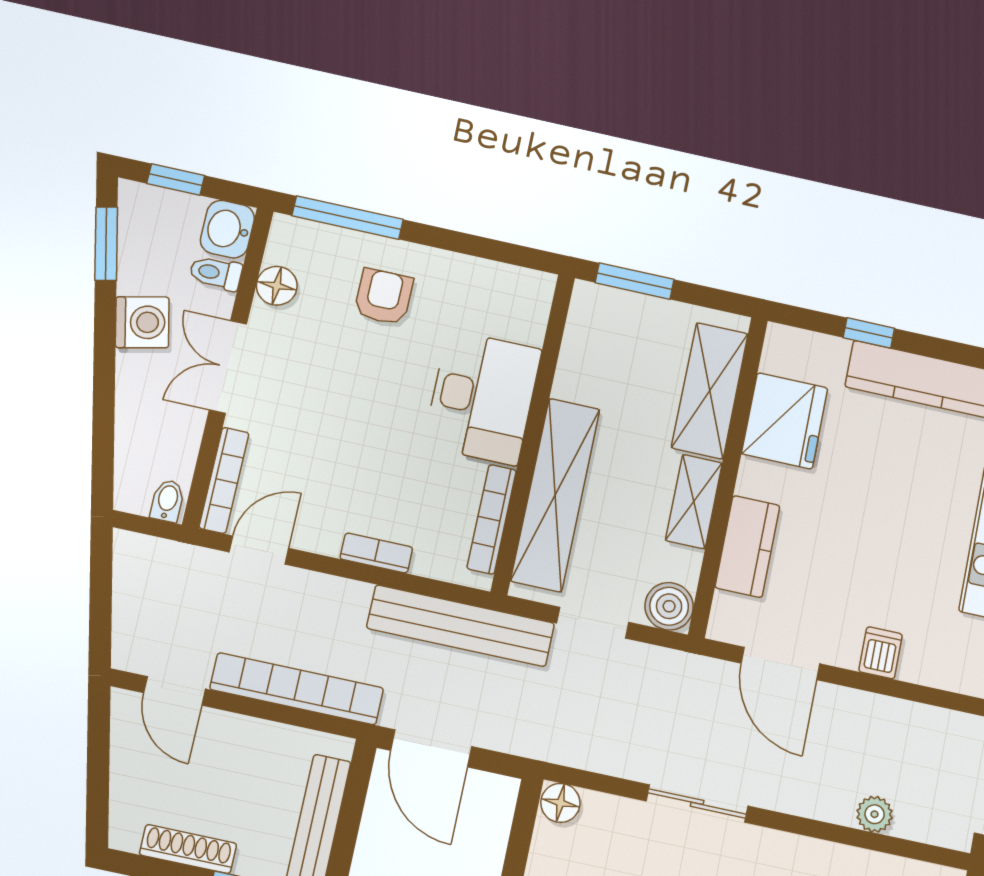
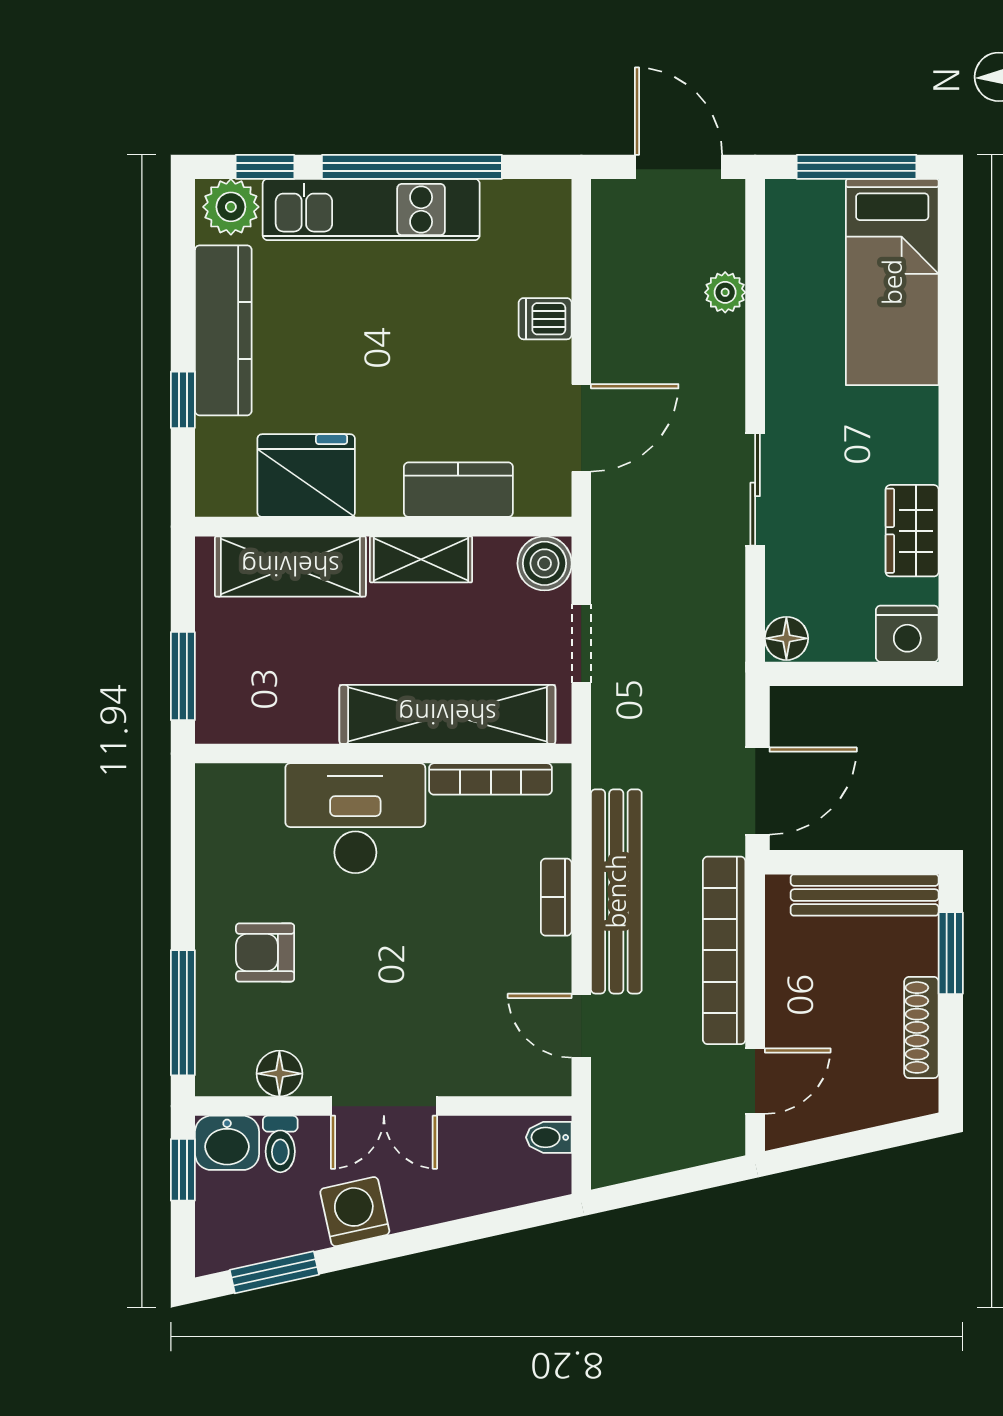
window: (176, 180) -> (183, 1170), moved
bookcase: (224, 480) -> (512, 1081), removed
bench: (461, 626) -> (616, 891), moved

